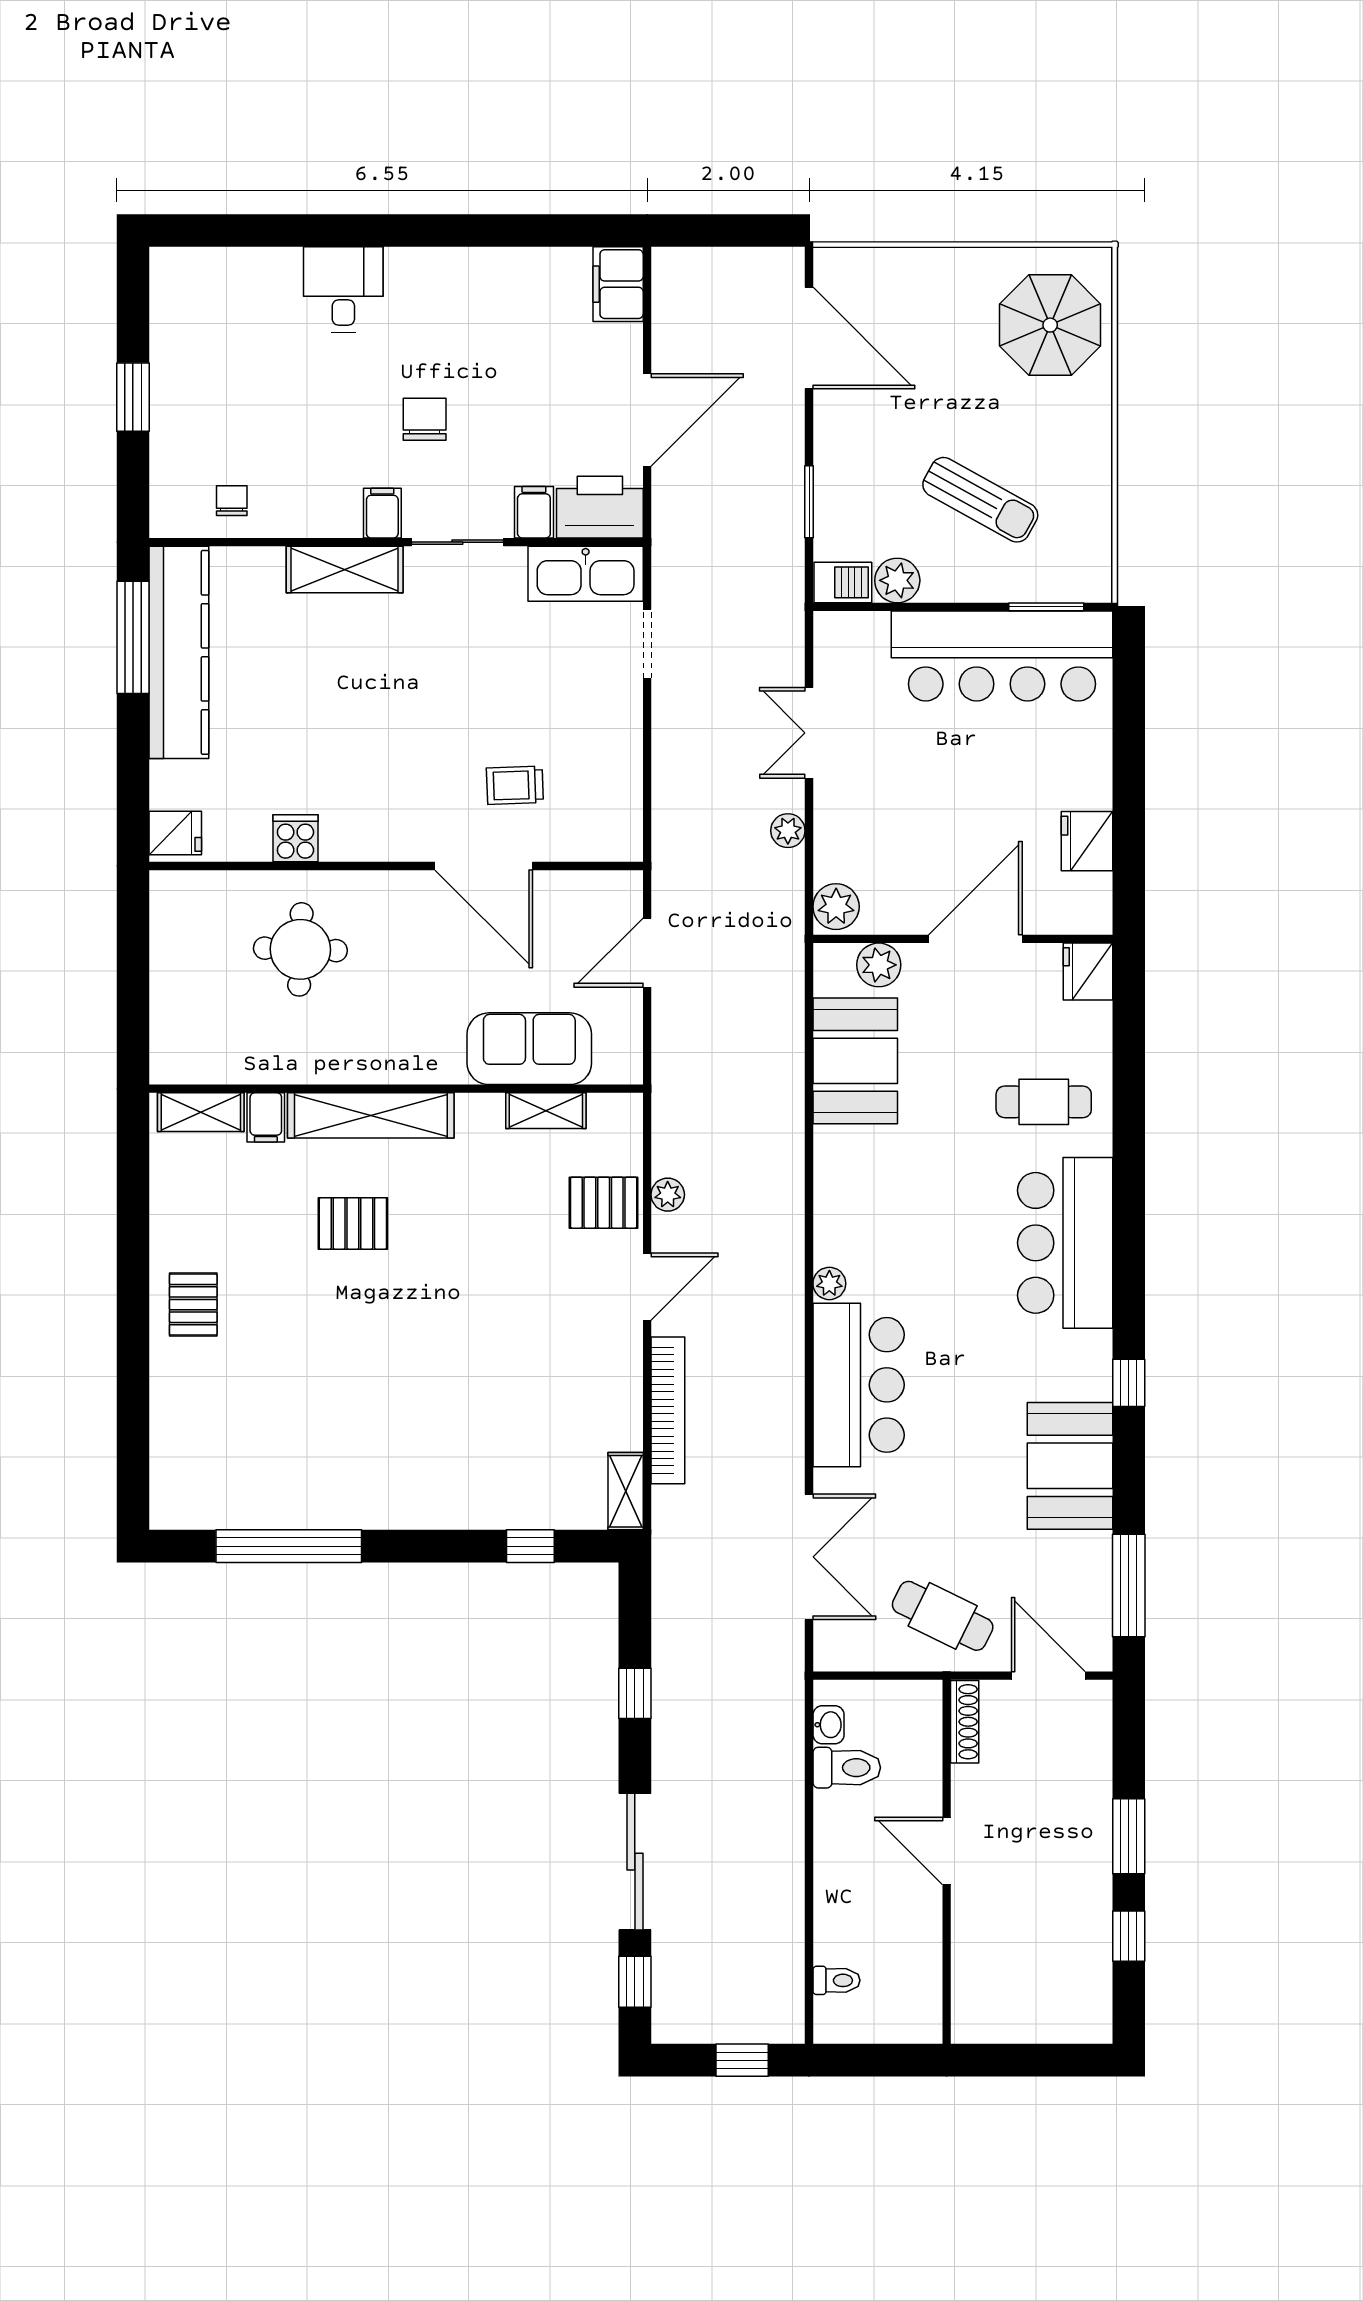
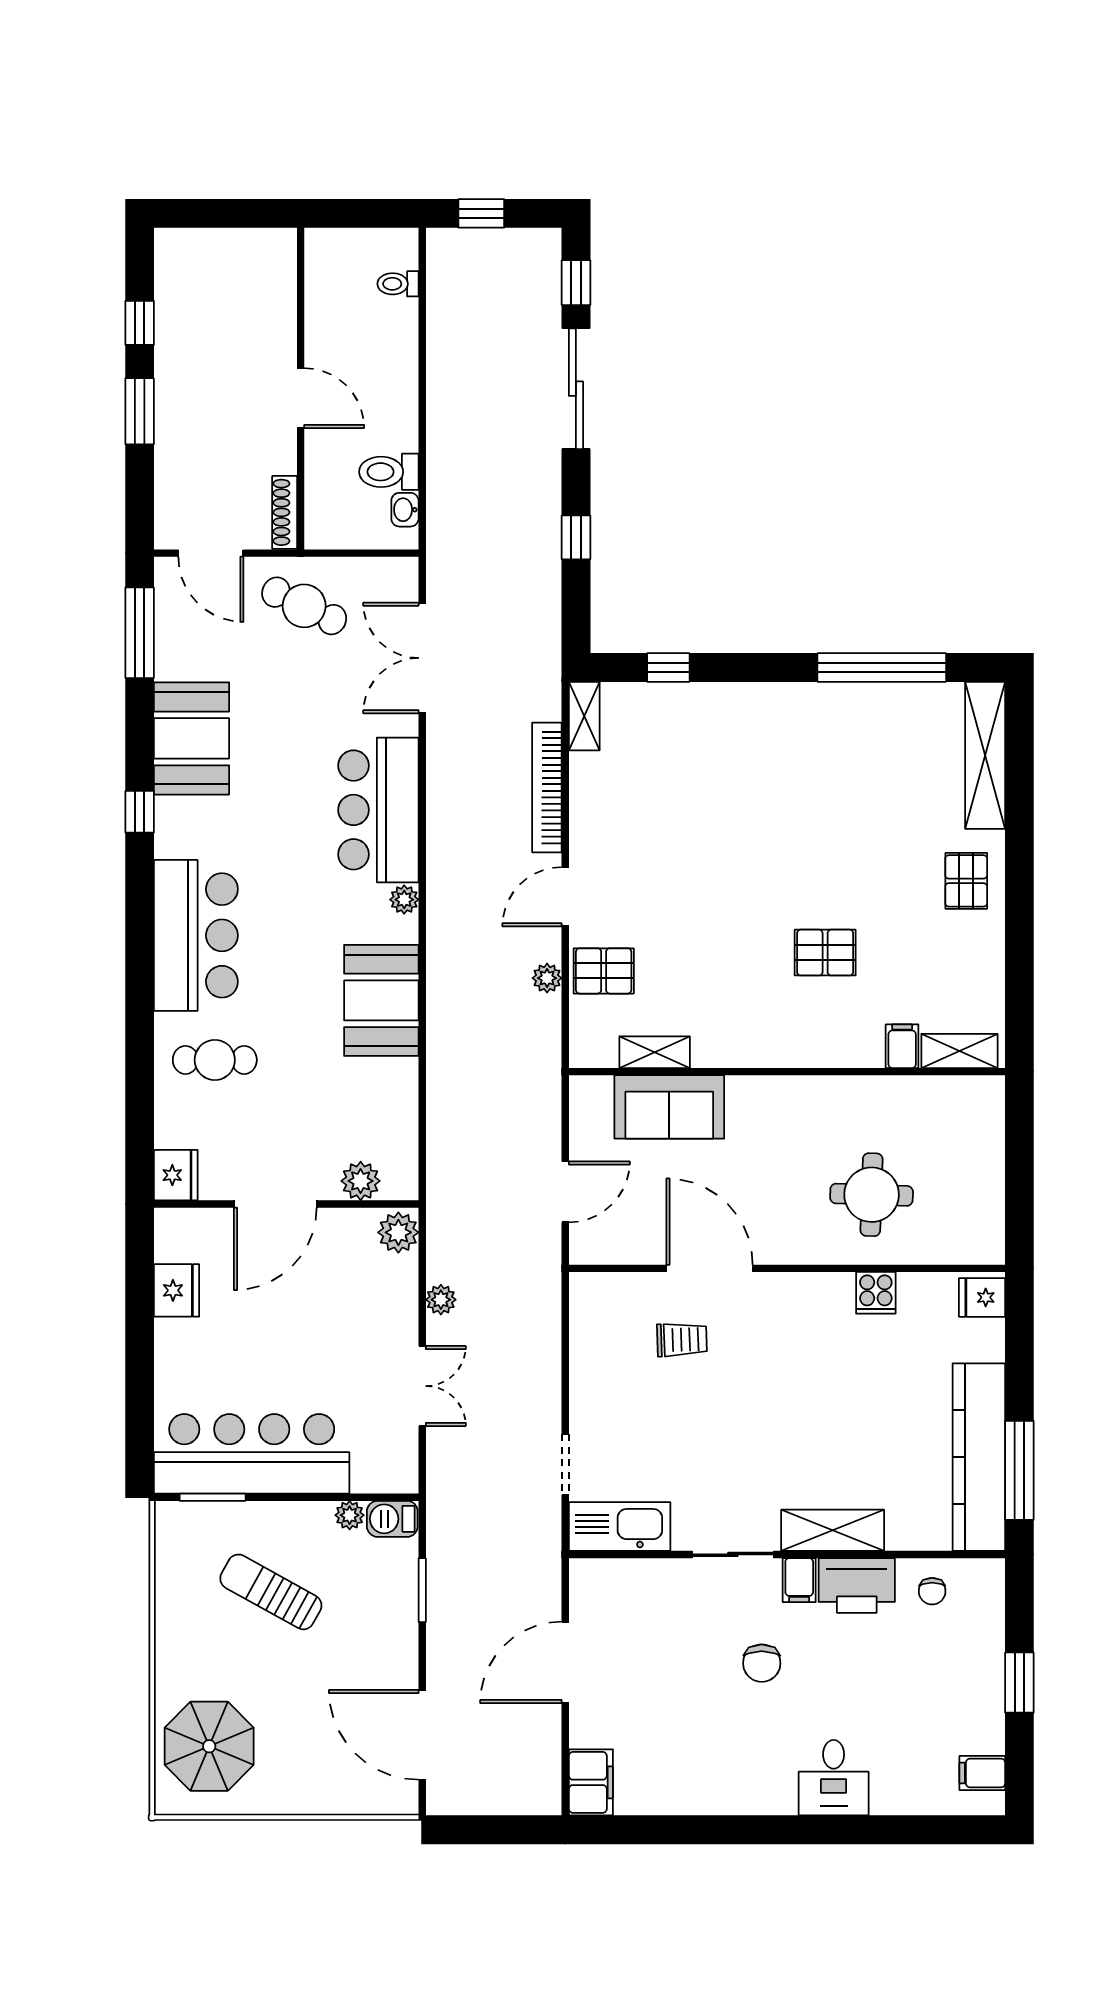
printer: (600, 507) -> (857, 1585), moved
filing cabinet: (534, 512) -> (982, 1773), moved, turned 90
plant: (897, 580) -> (350, 1515), width x0.73, depth x0.73
booth: (855, 1061) -> (381, 1000), moved
shelving: (371, 1115) -> (985, 755), moved, turned 90

